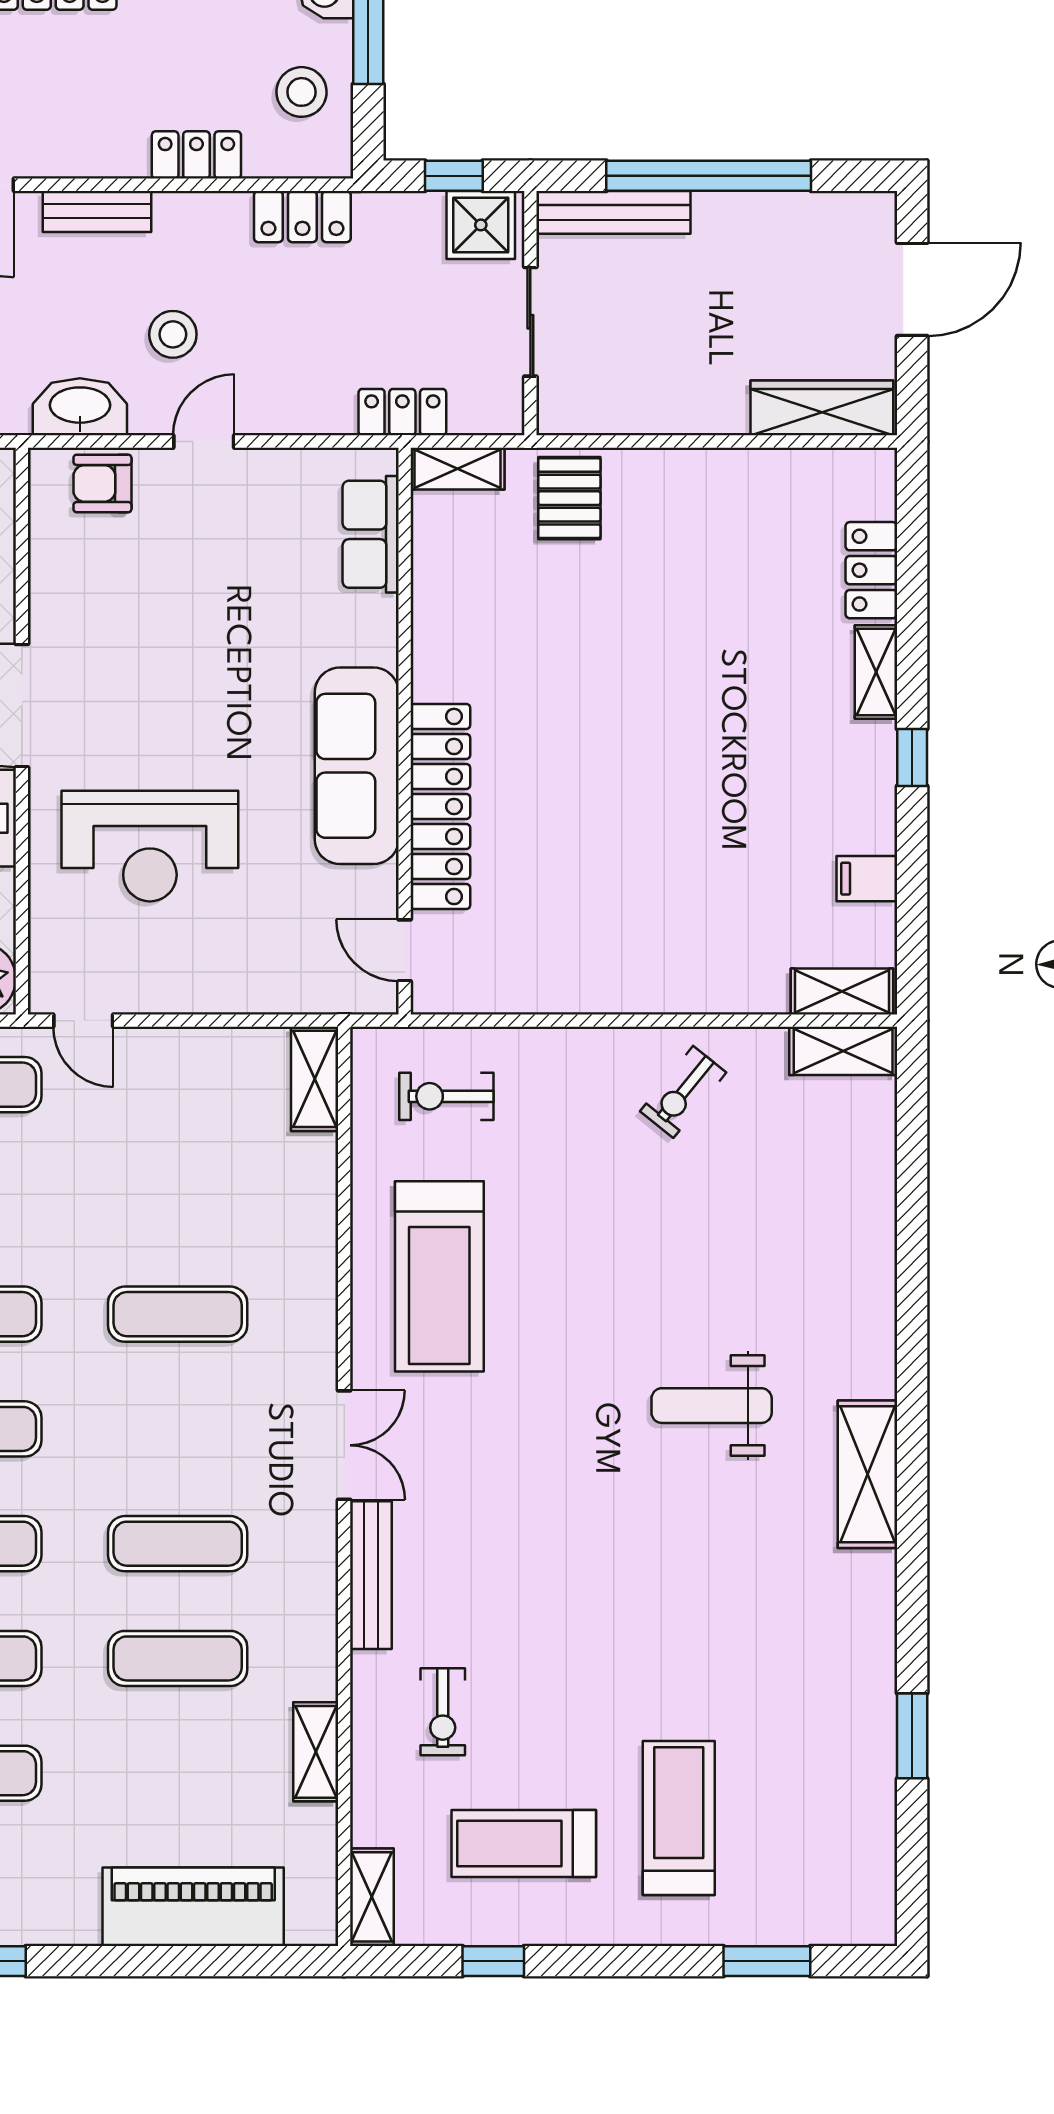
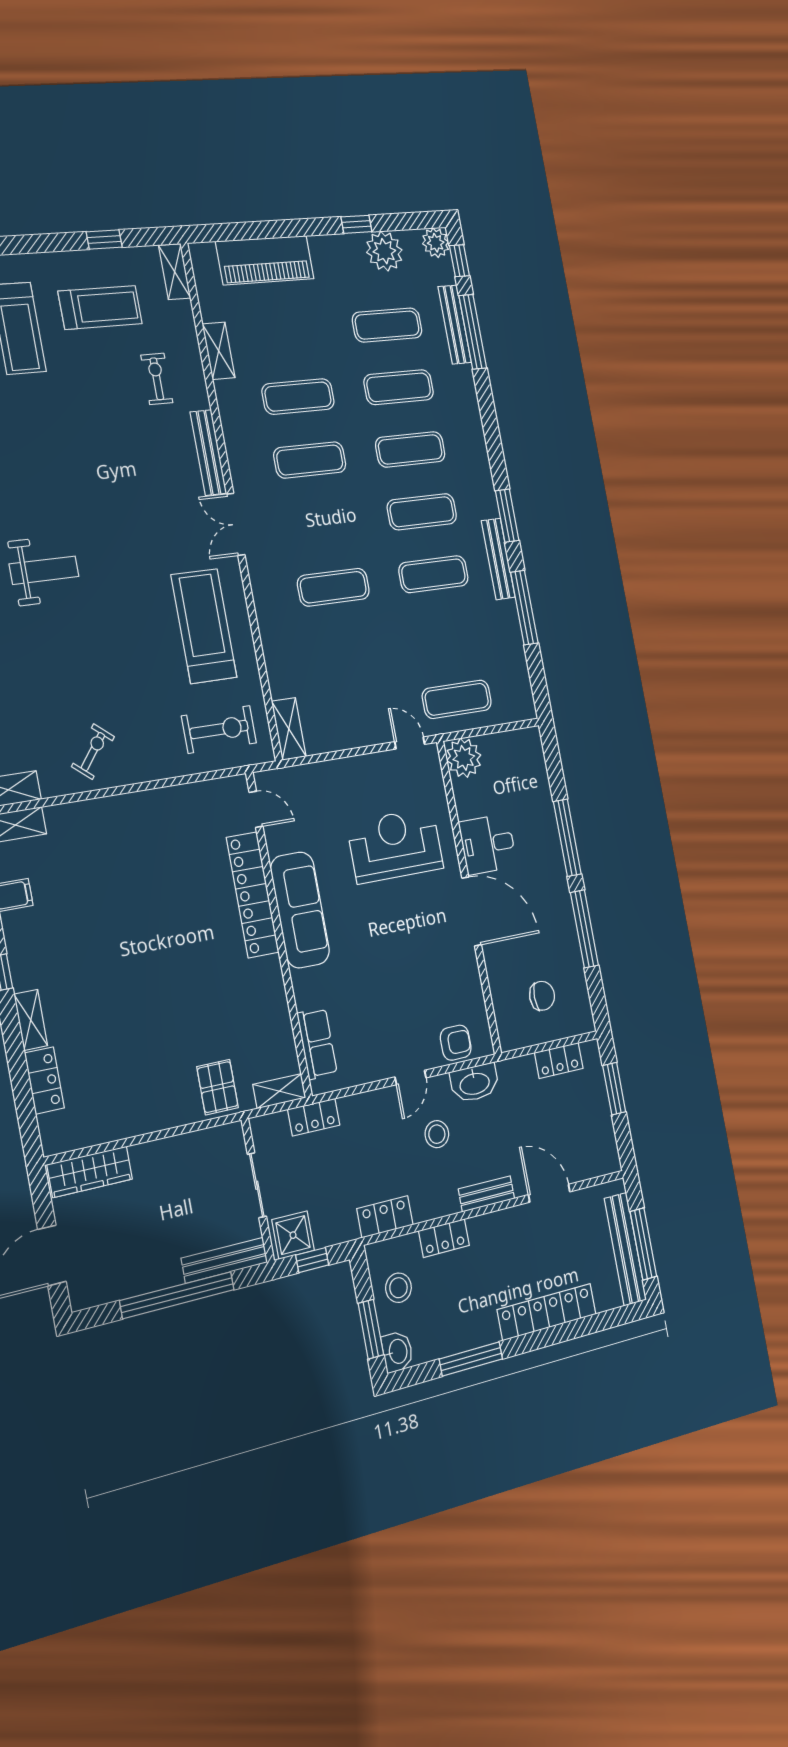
exercise bike: (446, 1096) -> (219, 729), width x1.38, depth x1.39

